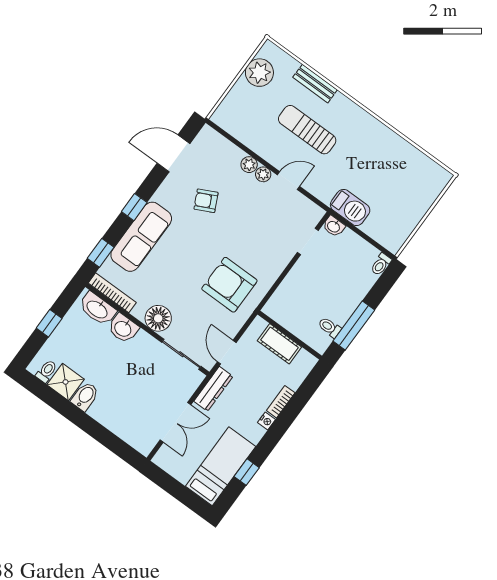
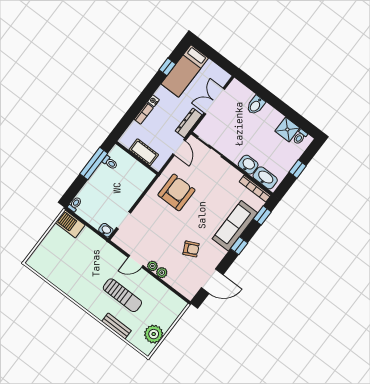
barbecue: (350, 208) -> (70, 224), moved
armchair: (229, 285) -> (176, 192), turned -90
floor lamp: (158, 318) -> (225, 171), removed
bidet: (85, 396) -> (256, 105), moved

